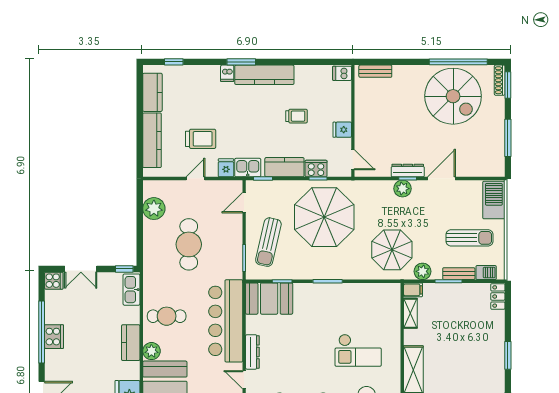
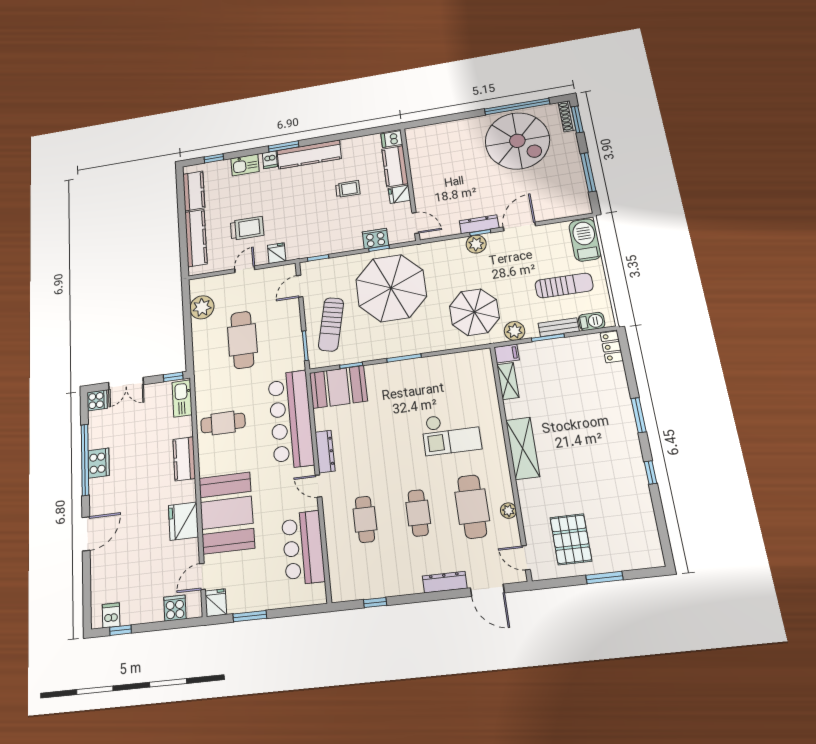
bench: (375, 71) -> (427, 131), removed
kitchen counter: (284, 167) -> (395, 166), moved, turned -90
kitchen sink: (248, 168) -> (245, 165), moved, turned 180
plant: (151, 351) -> (208, 466), removed

